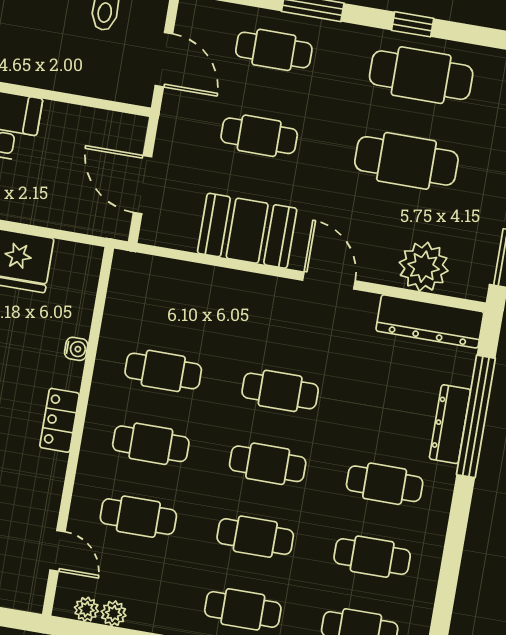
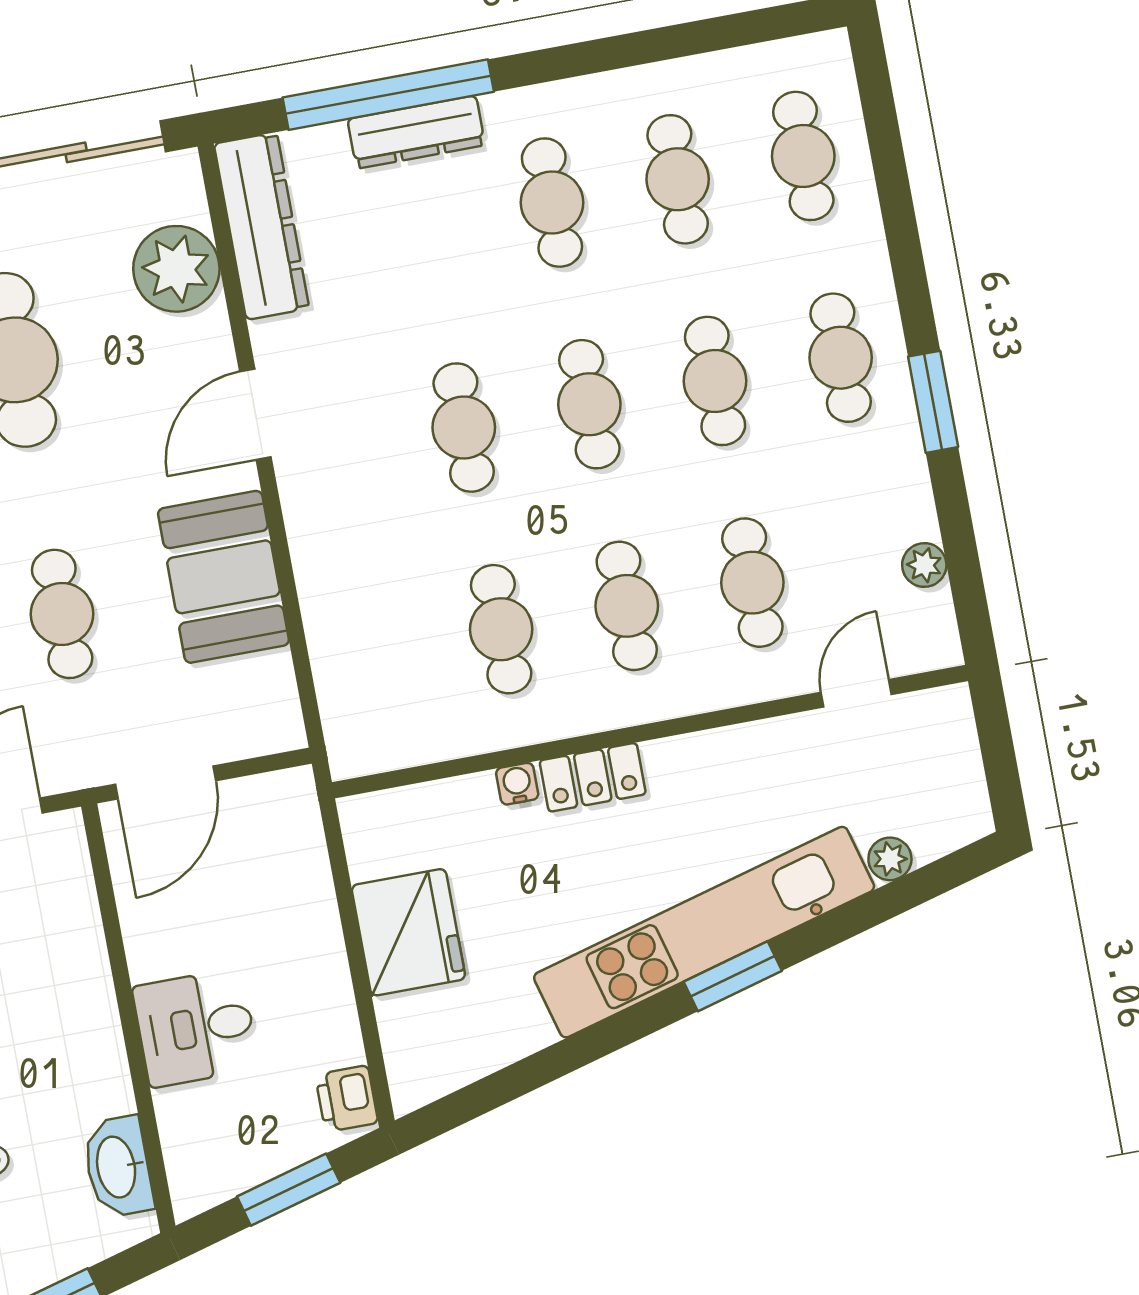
door: (143, 185) -> (165, 783), moved
locker: (60, 420) -> (593, 777), moved
plant: (86, 609) -> (934, 612), removed

